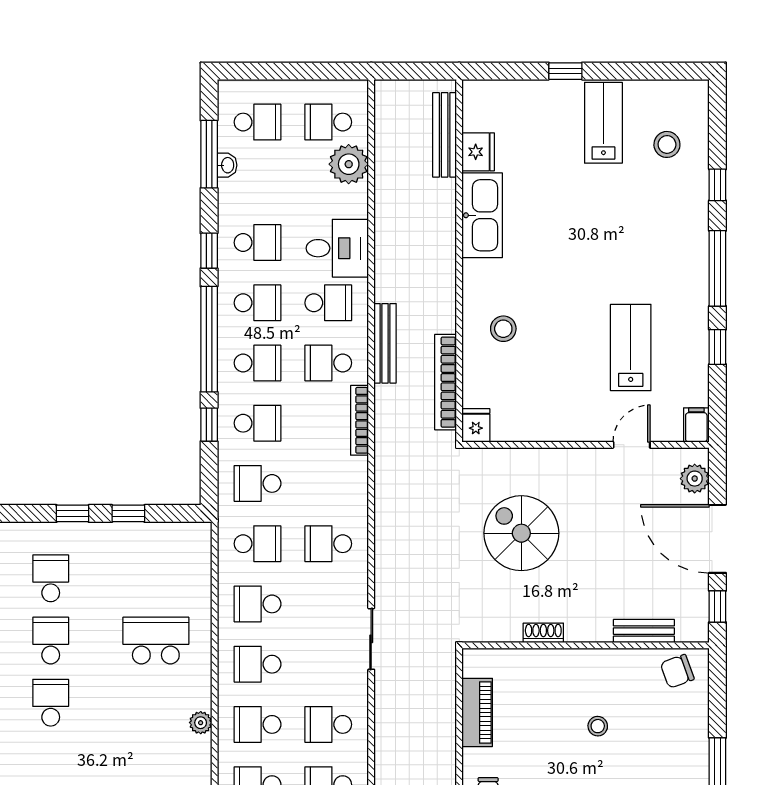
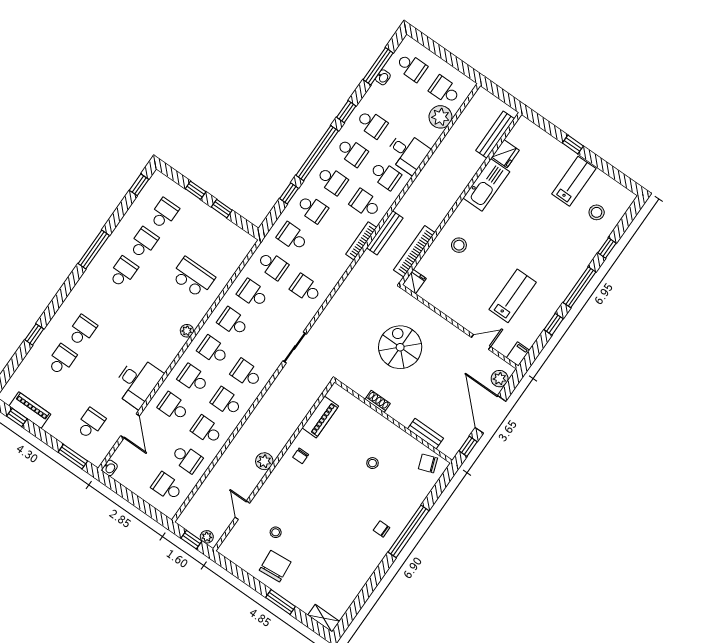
bench: (385, 343) -> (385, 233), moved

